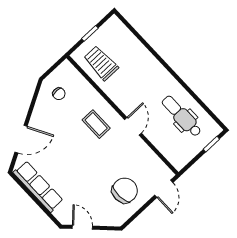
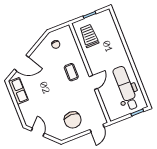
dental chair: (182, 116) -> (126, 88), width x1.36, depth x1.38
row of seats: (38, 187) -> (18, 91), width x0.68
chair: (125, 190) -> (73, 120), turned 93

